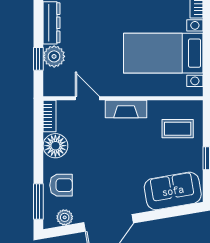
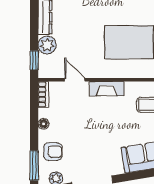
window: (38, 59) -> (34, 60), moved
floor lamp: (55, 146) -> (43, 124), width x0.53, depth x0.53

